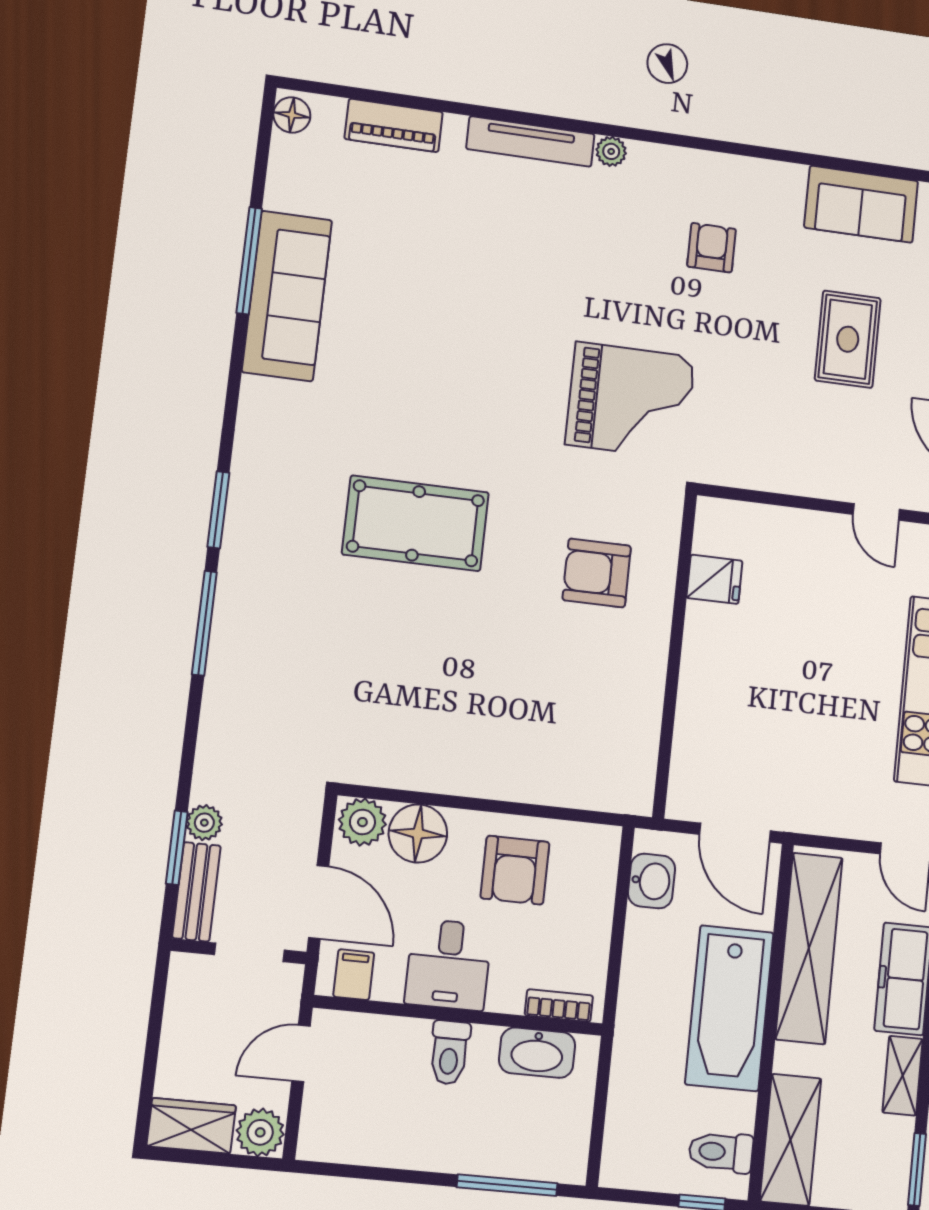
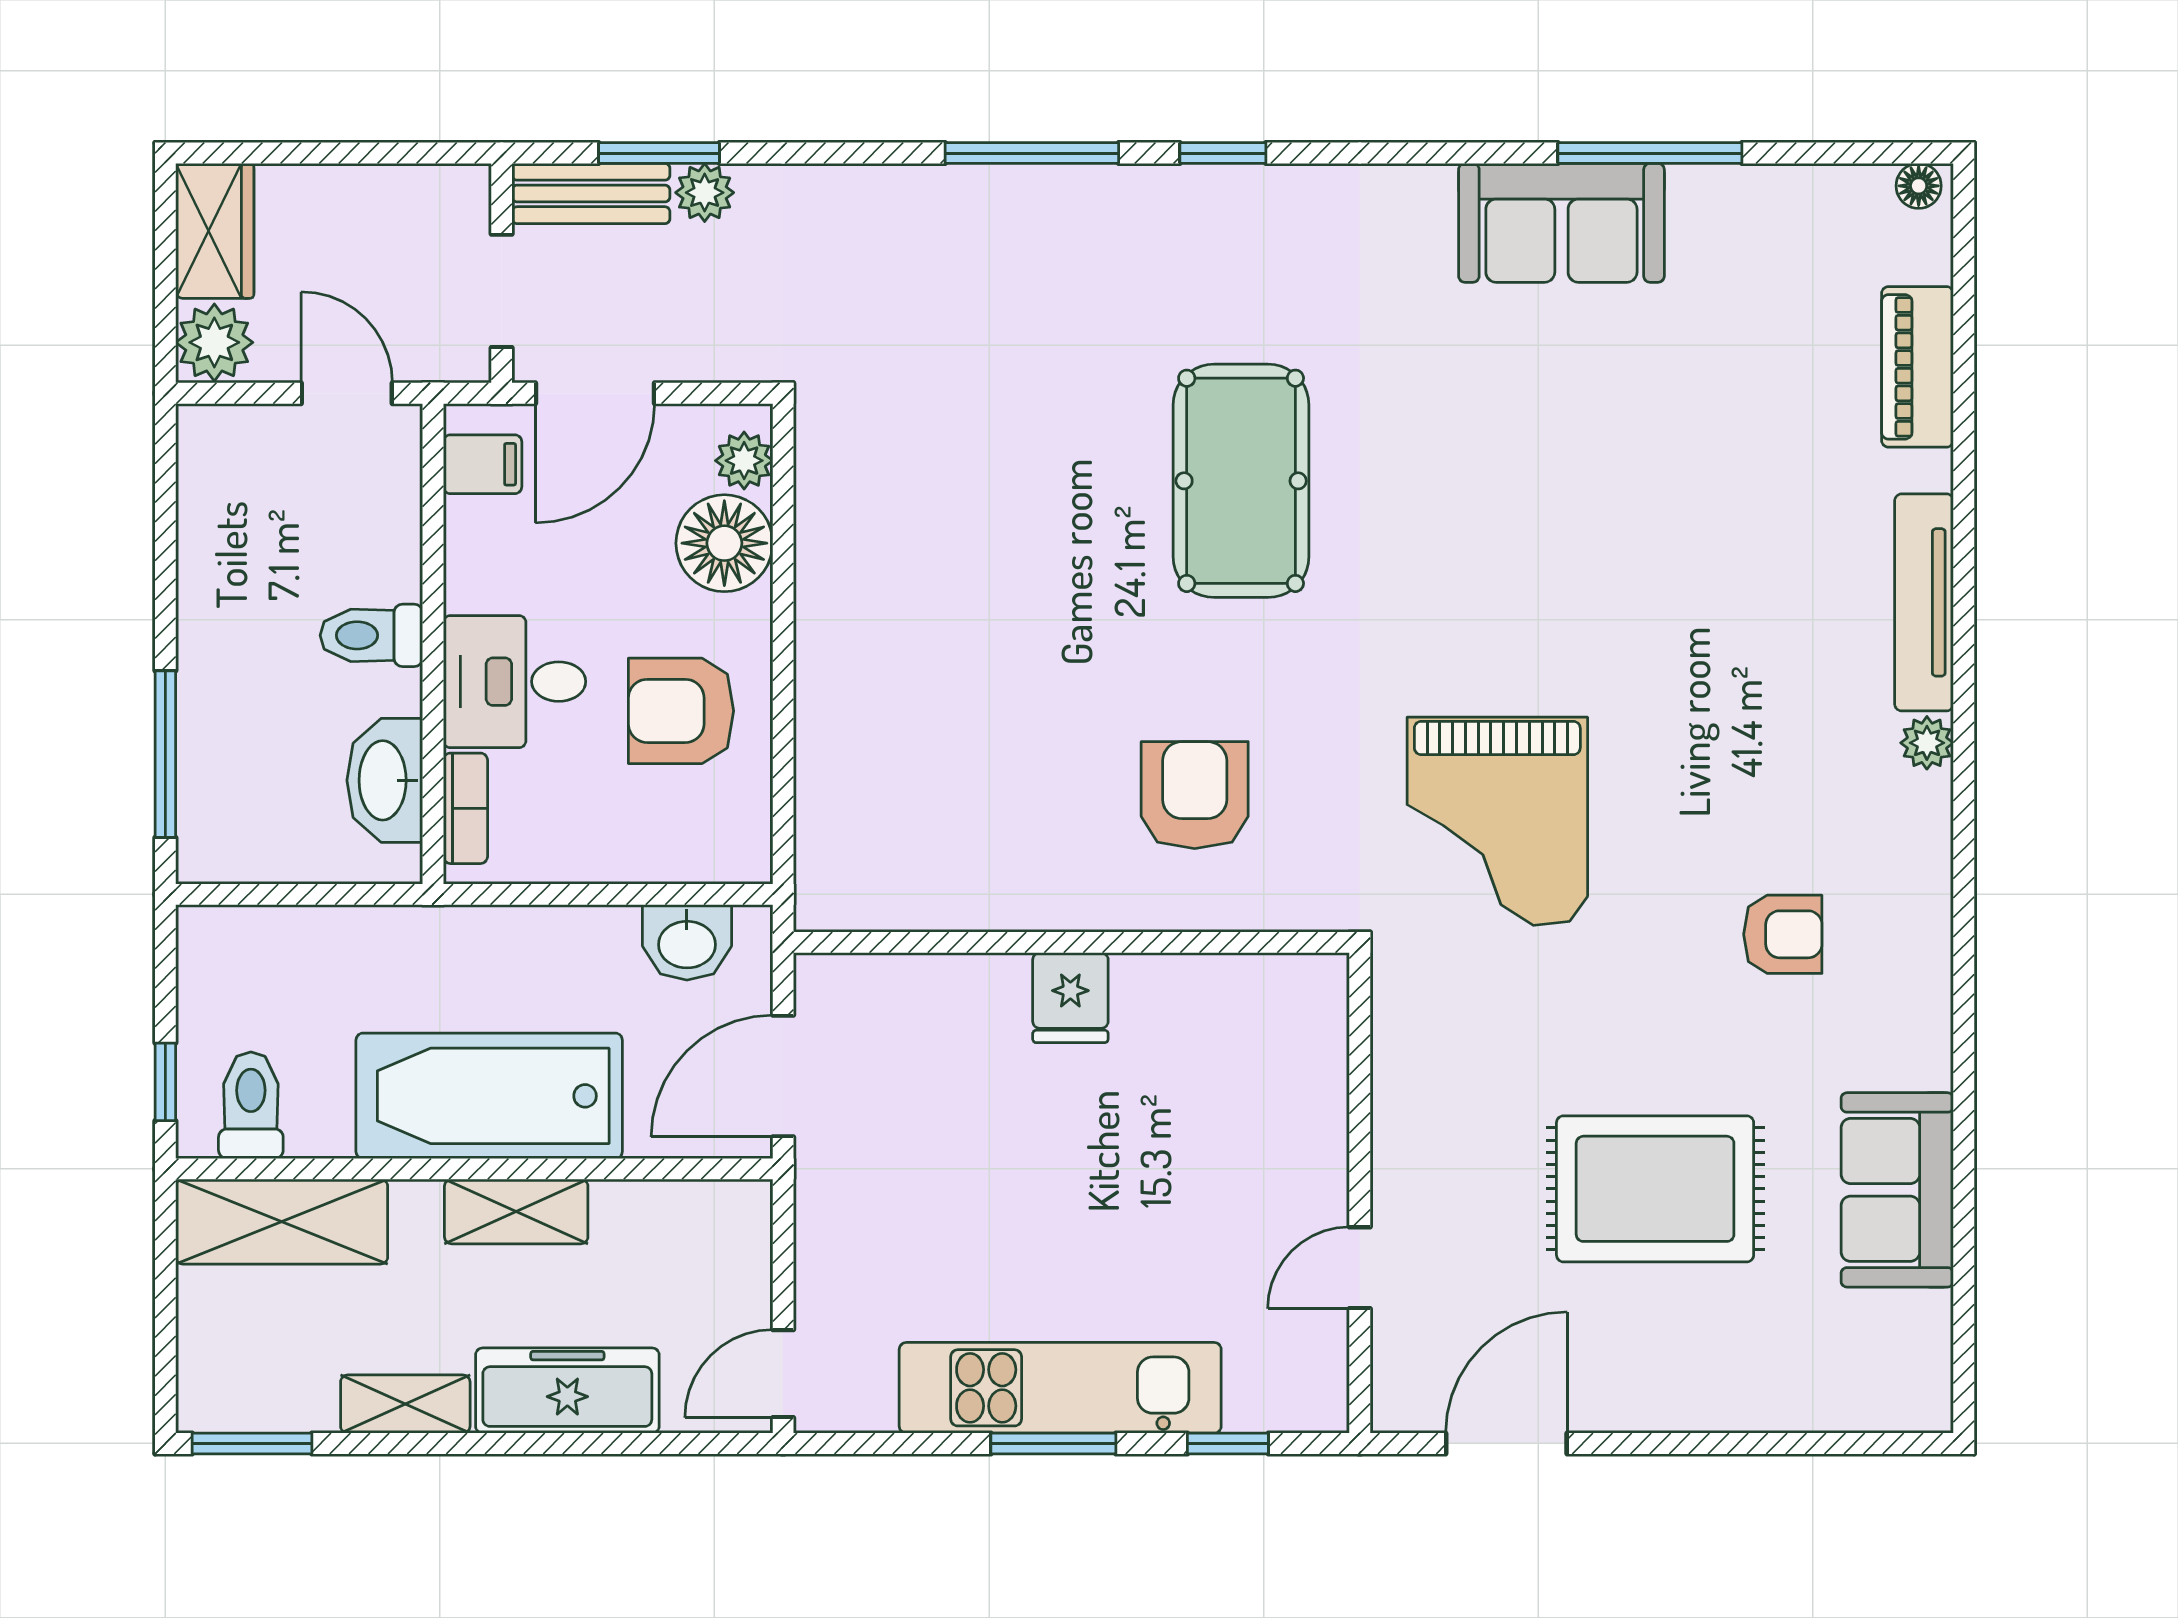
floor lamp: (292, 115) -> (1919, 186), width x0.73, depth x0.73
sofa: (287, 296) -> (1561, 223), width x0.73
rug: (848, 339) -> (1655, 1189), width x1.36, depth x1.43
window: (218, 510) -> (1223, 153), width x0.67
fridge: (715, 579) -> (1070, 998), moved
plant: (362, 822) -> (744, 461), width x0.73, depth x0.73
shelving: (809, 948) -> (516, 1212), width x0.45, depth x0.75
desk: (448, 965) -> (515, 682), moved

